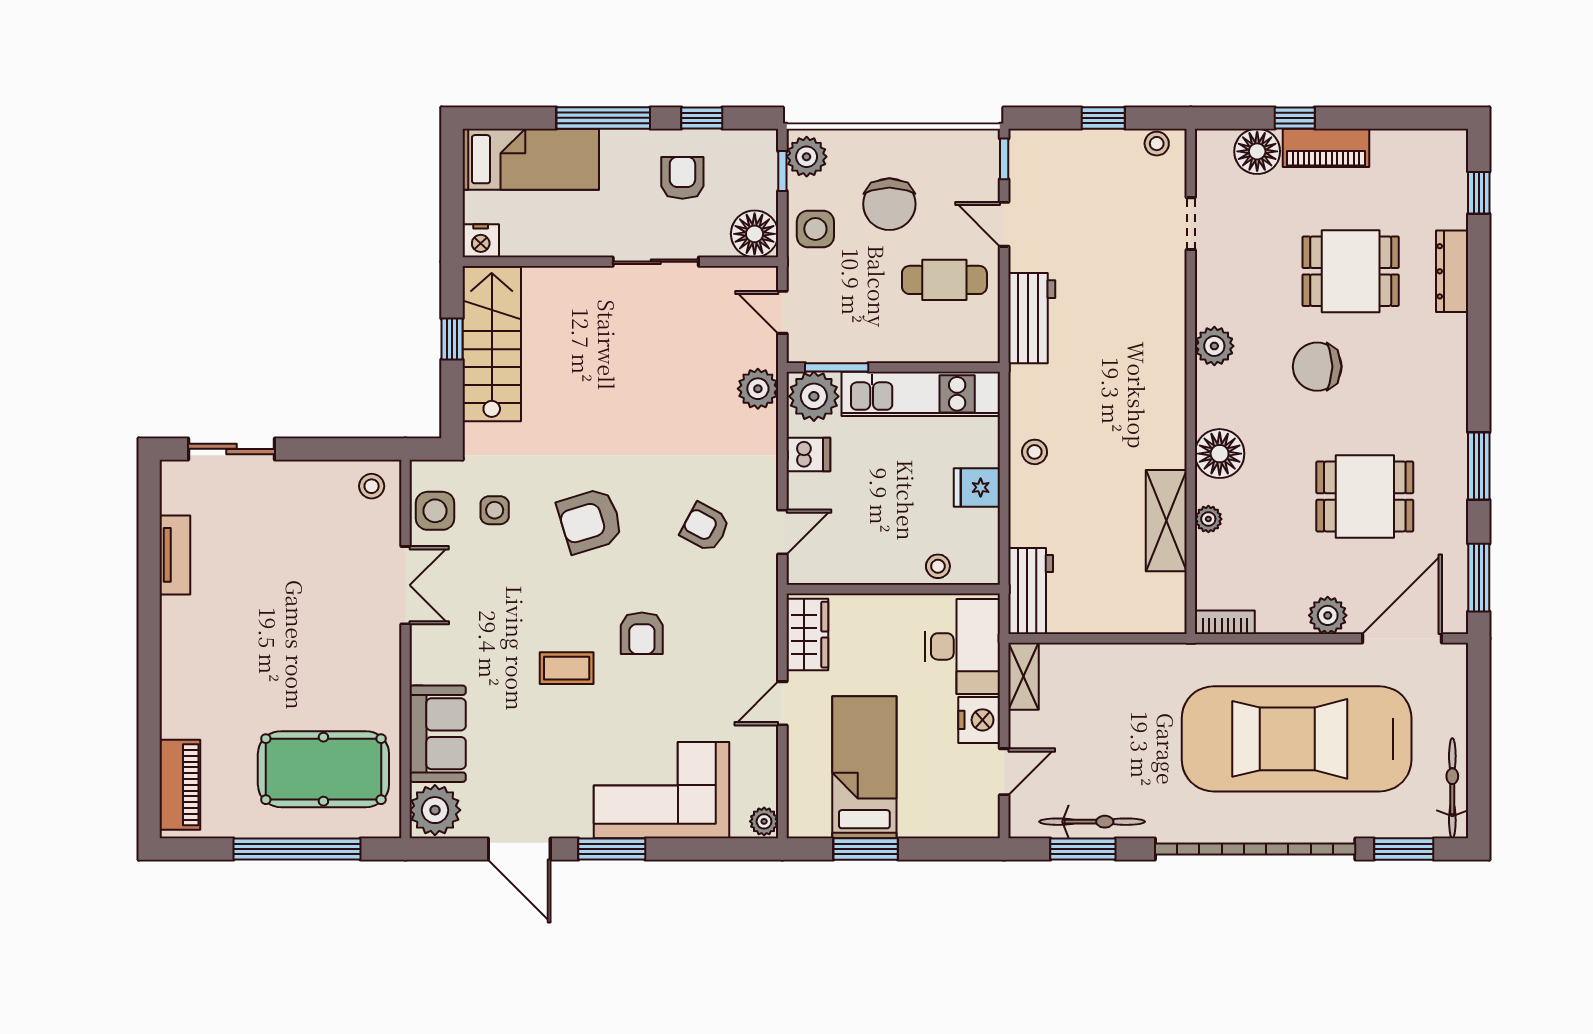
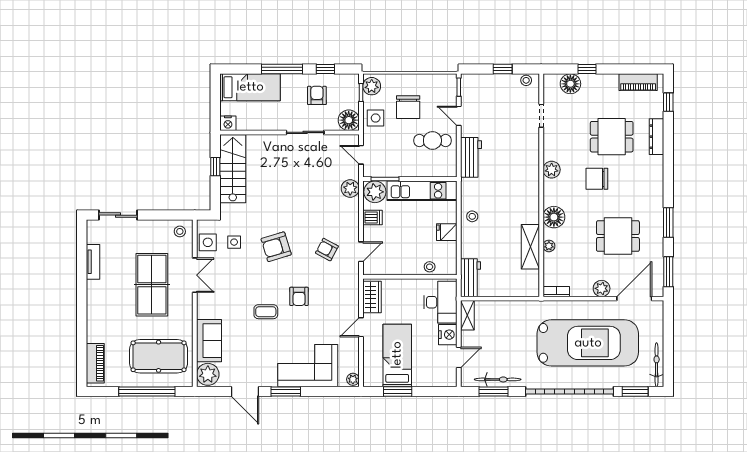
piano: (1326, 148) -> (638, 82), moved
table tennis table: (308, 607) -> (152, 285), added
car: (1297, 739) -> (588, 343), turned 180

